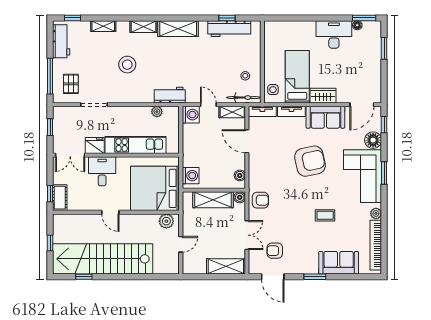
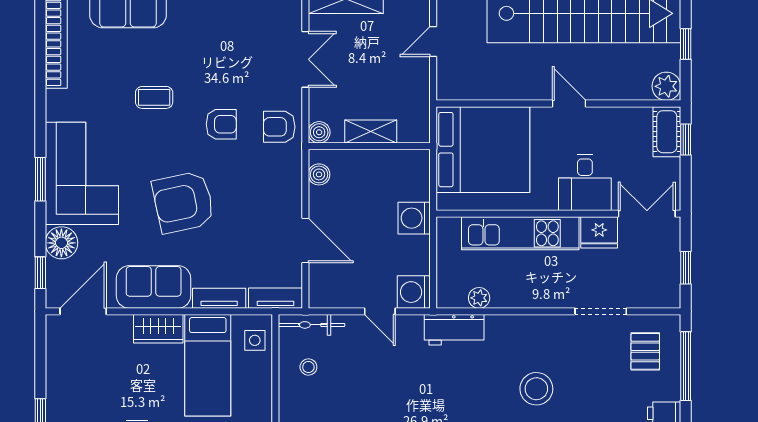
shelving: (232, 112) -> (334, 297), removed
washing machine: (191, 176) -> (414, 218), moved
shelving: (213, 200) -> (371, 131), width x0.67, depth x0.75
plant: (376, 213) -> (56, 101), removed
plant: (166, 221) -> (666, 86), moved
double door: (247, 235) -> (305, 59), swing flipped
armchair: (275, 251) -> (221, 124), moved

